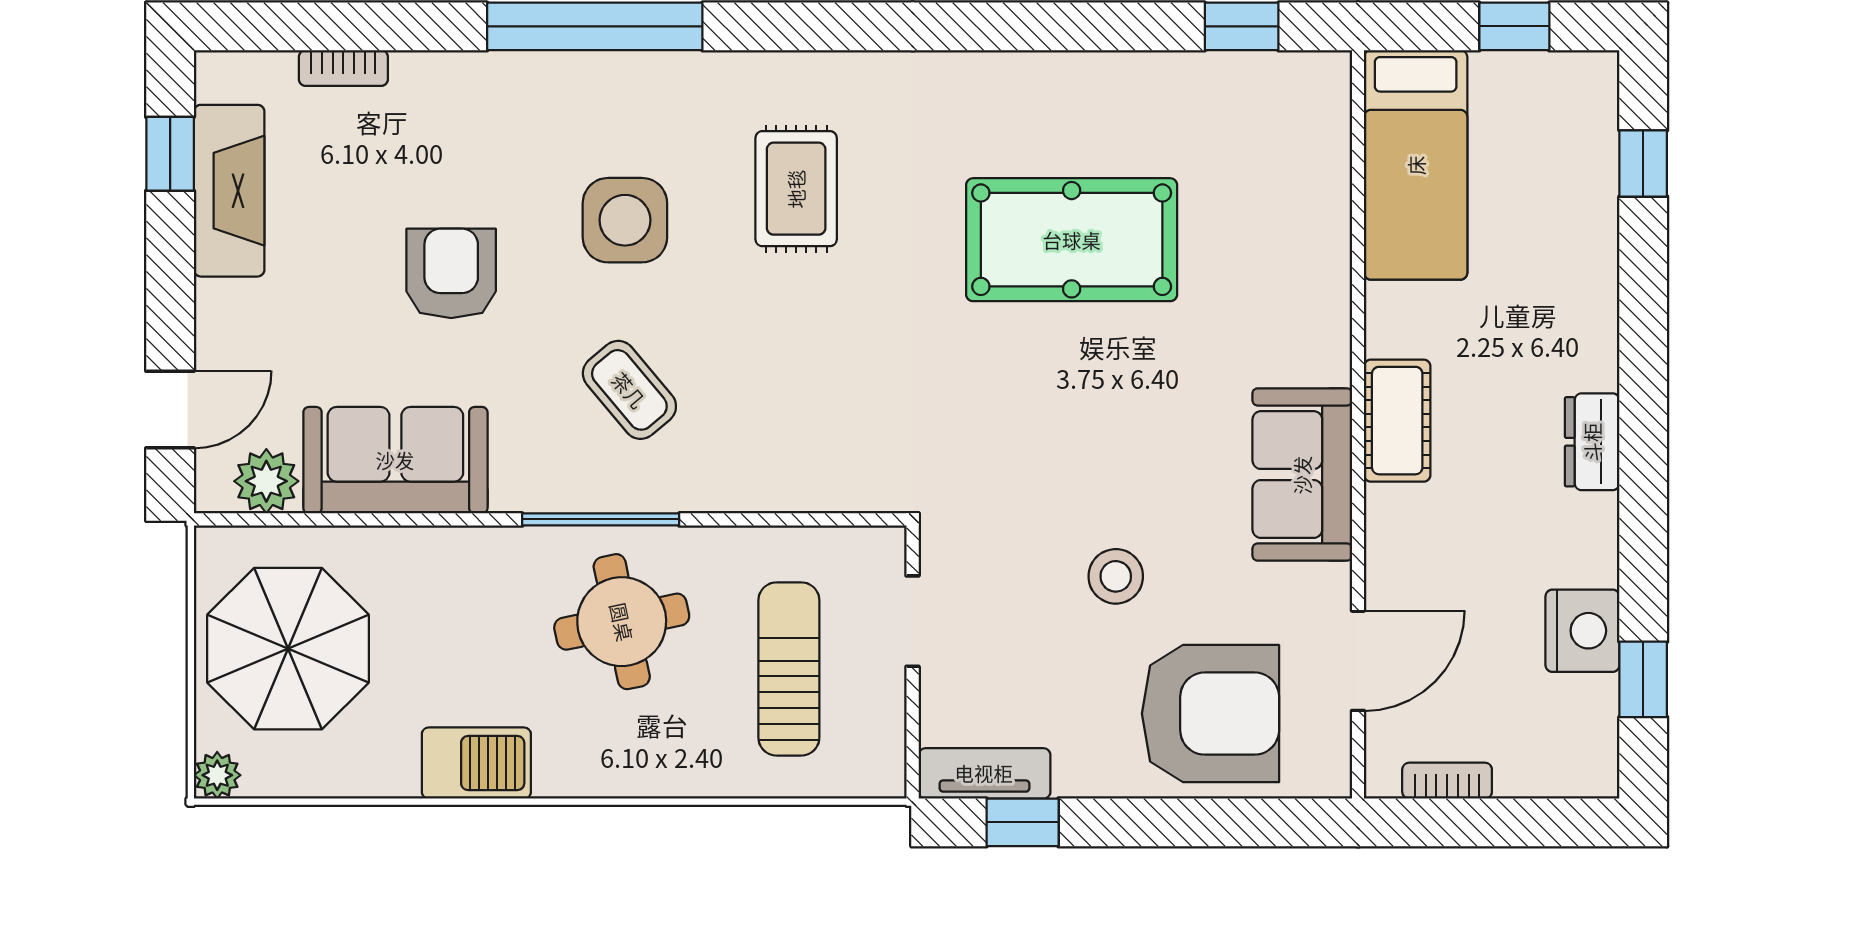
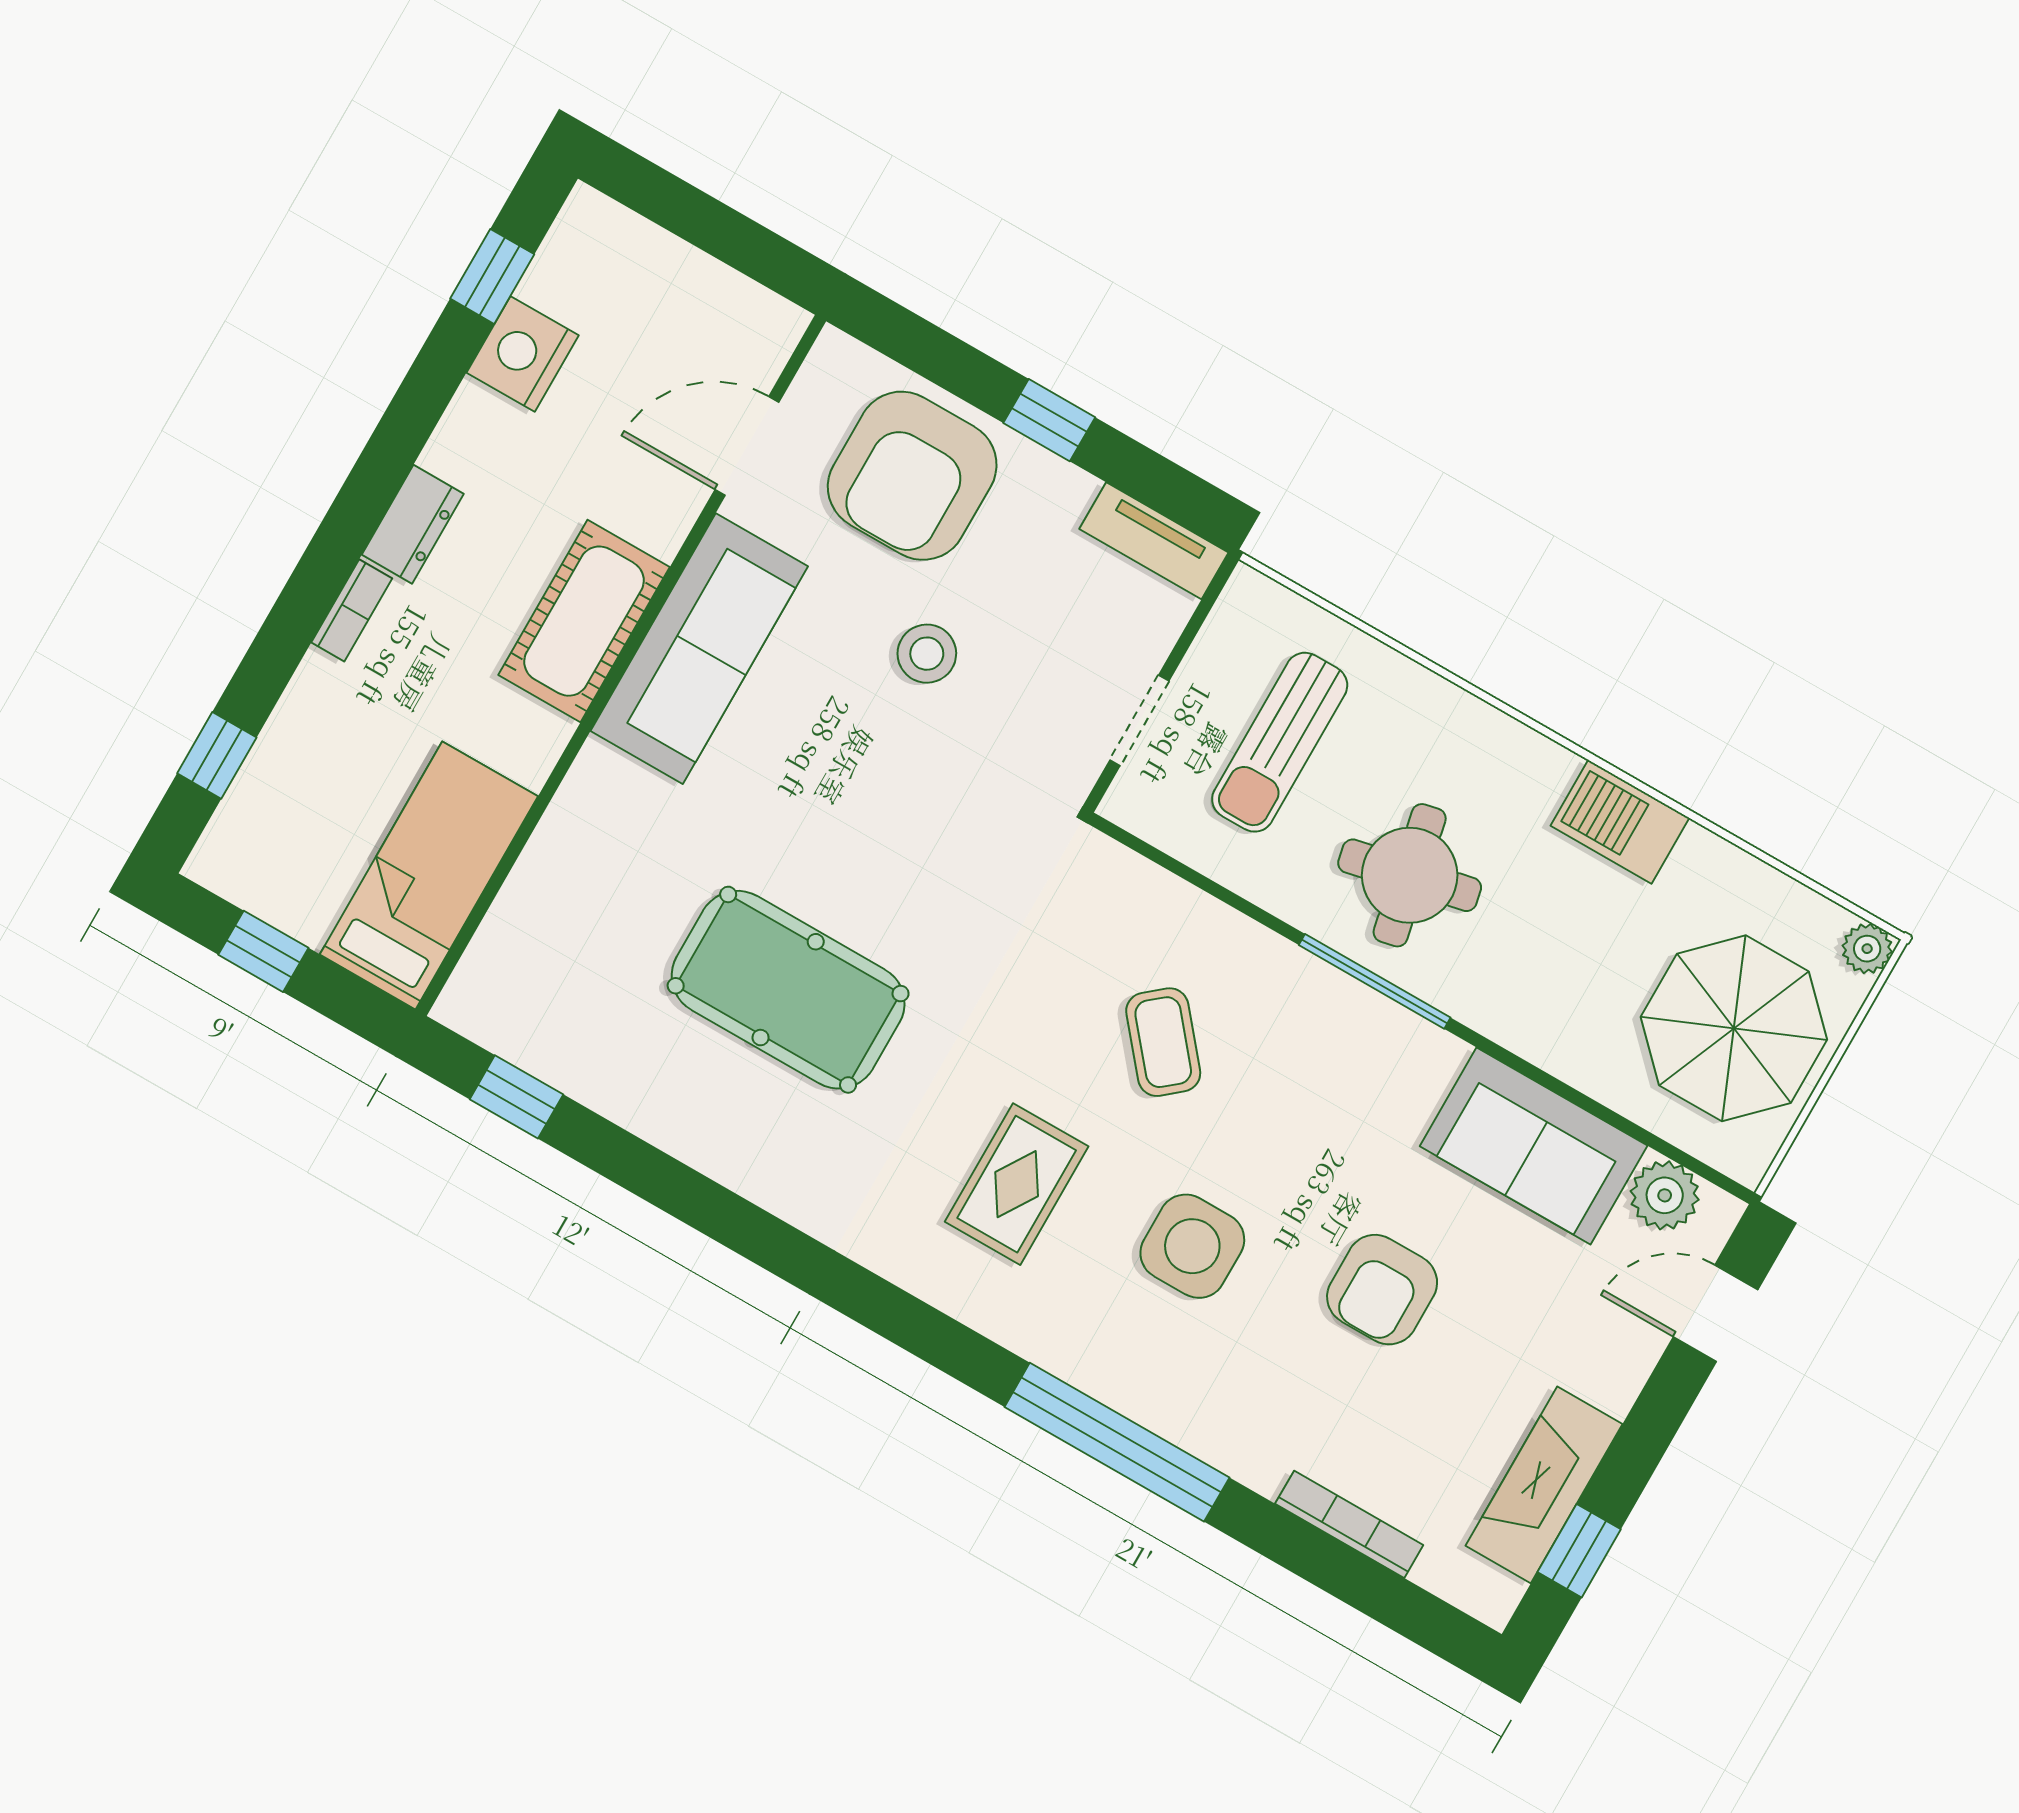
bookcase: (343, 68) -> (1349, 1524), width x1.56
coffee table: (629, 390) -> (1163, 1042), moved
cot: (1397, 421) -> (584, 621), width x1.37, depth x1.34
sofa: (1302, 475) -> (699, 649), width x1.36
armchair: (1210, 714) -> (912, 476), turned -90
bookcase: (1447, 781) -> (352, 610), moved, turned -90
window: (1023, 822) -> (1049, 420), moved

